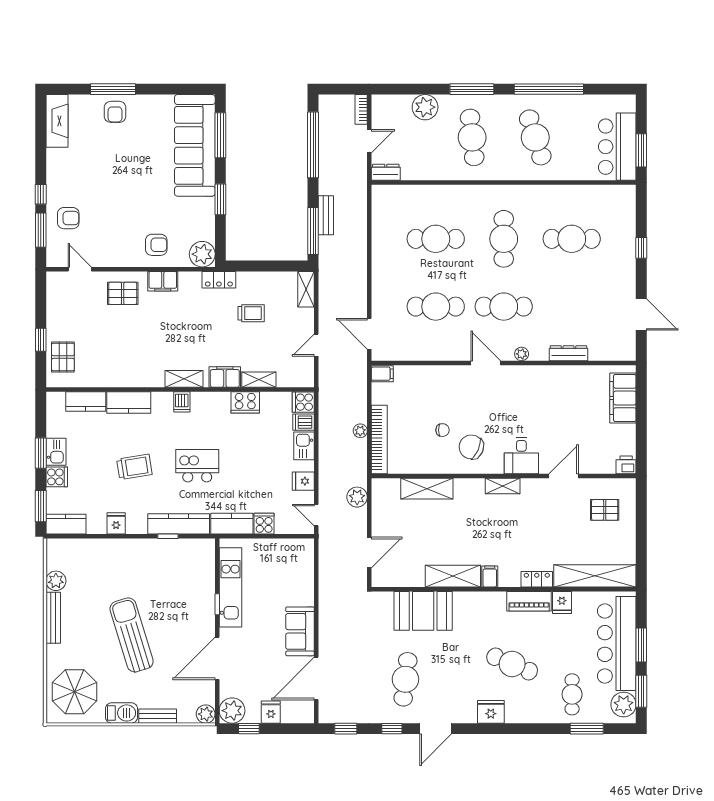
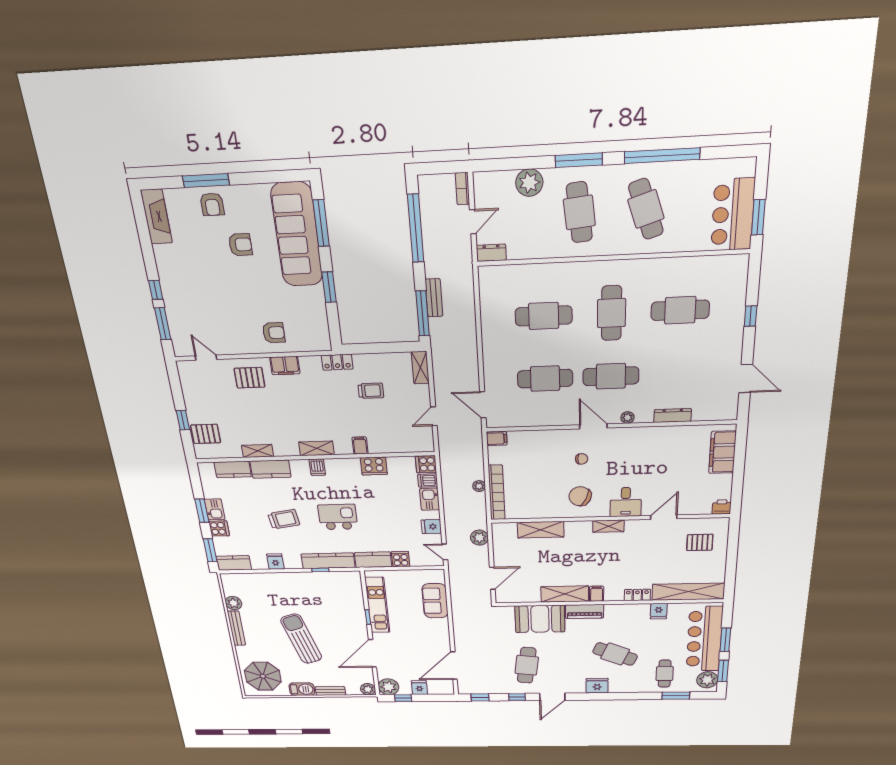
armchair: (68, 218) -> (240, 245), moved
plant: (202, 254) -> (318, 340), removed
pallet: (63, 357) -> (206, 434), turned 90
filing cabinet: (225, 377) -> (360, 446), width x0.50
shelving: (259, 380) -> (258, 451), moved
chair: (443, 430) -> (582, 459), moved
piano: (529, 601) -> (585, 611), moved
sofa: (300, 631) -> (435, 601), moved

